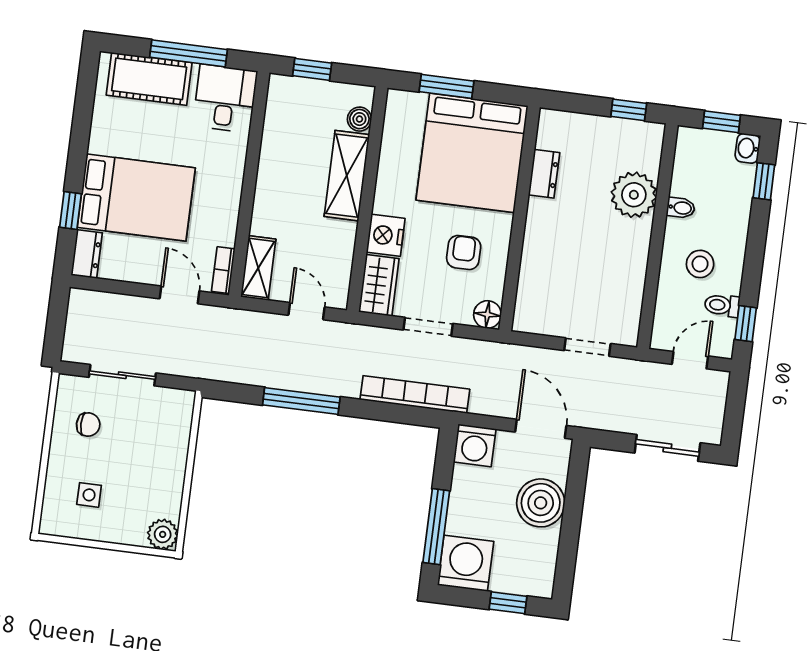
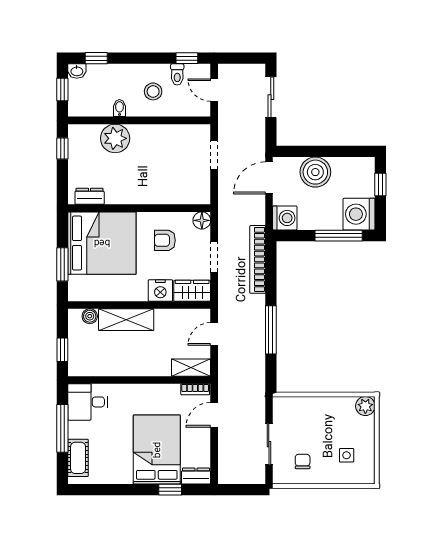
cot: (149, 79) -> (78, 458), width x0.73, depth x0.75
dresser: (544, 174) -> (90, 196), moved

